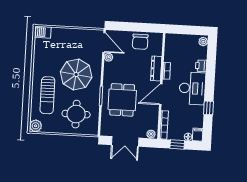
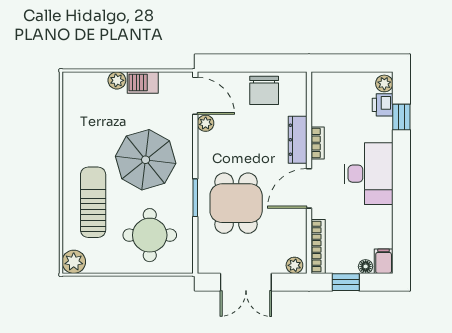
barbecue: (43, 32) -> (143, 83), moved
plant: (63, 32) -> (117, 80), added
printer: (201, 66) -> (383, 105), moved
sun lounger: (47, 95) -> (93, 202), turned 180
window: (209, 108) -> (401, 117), moved

